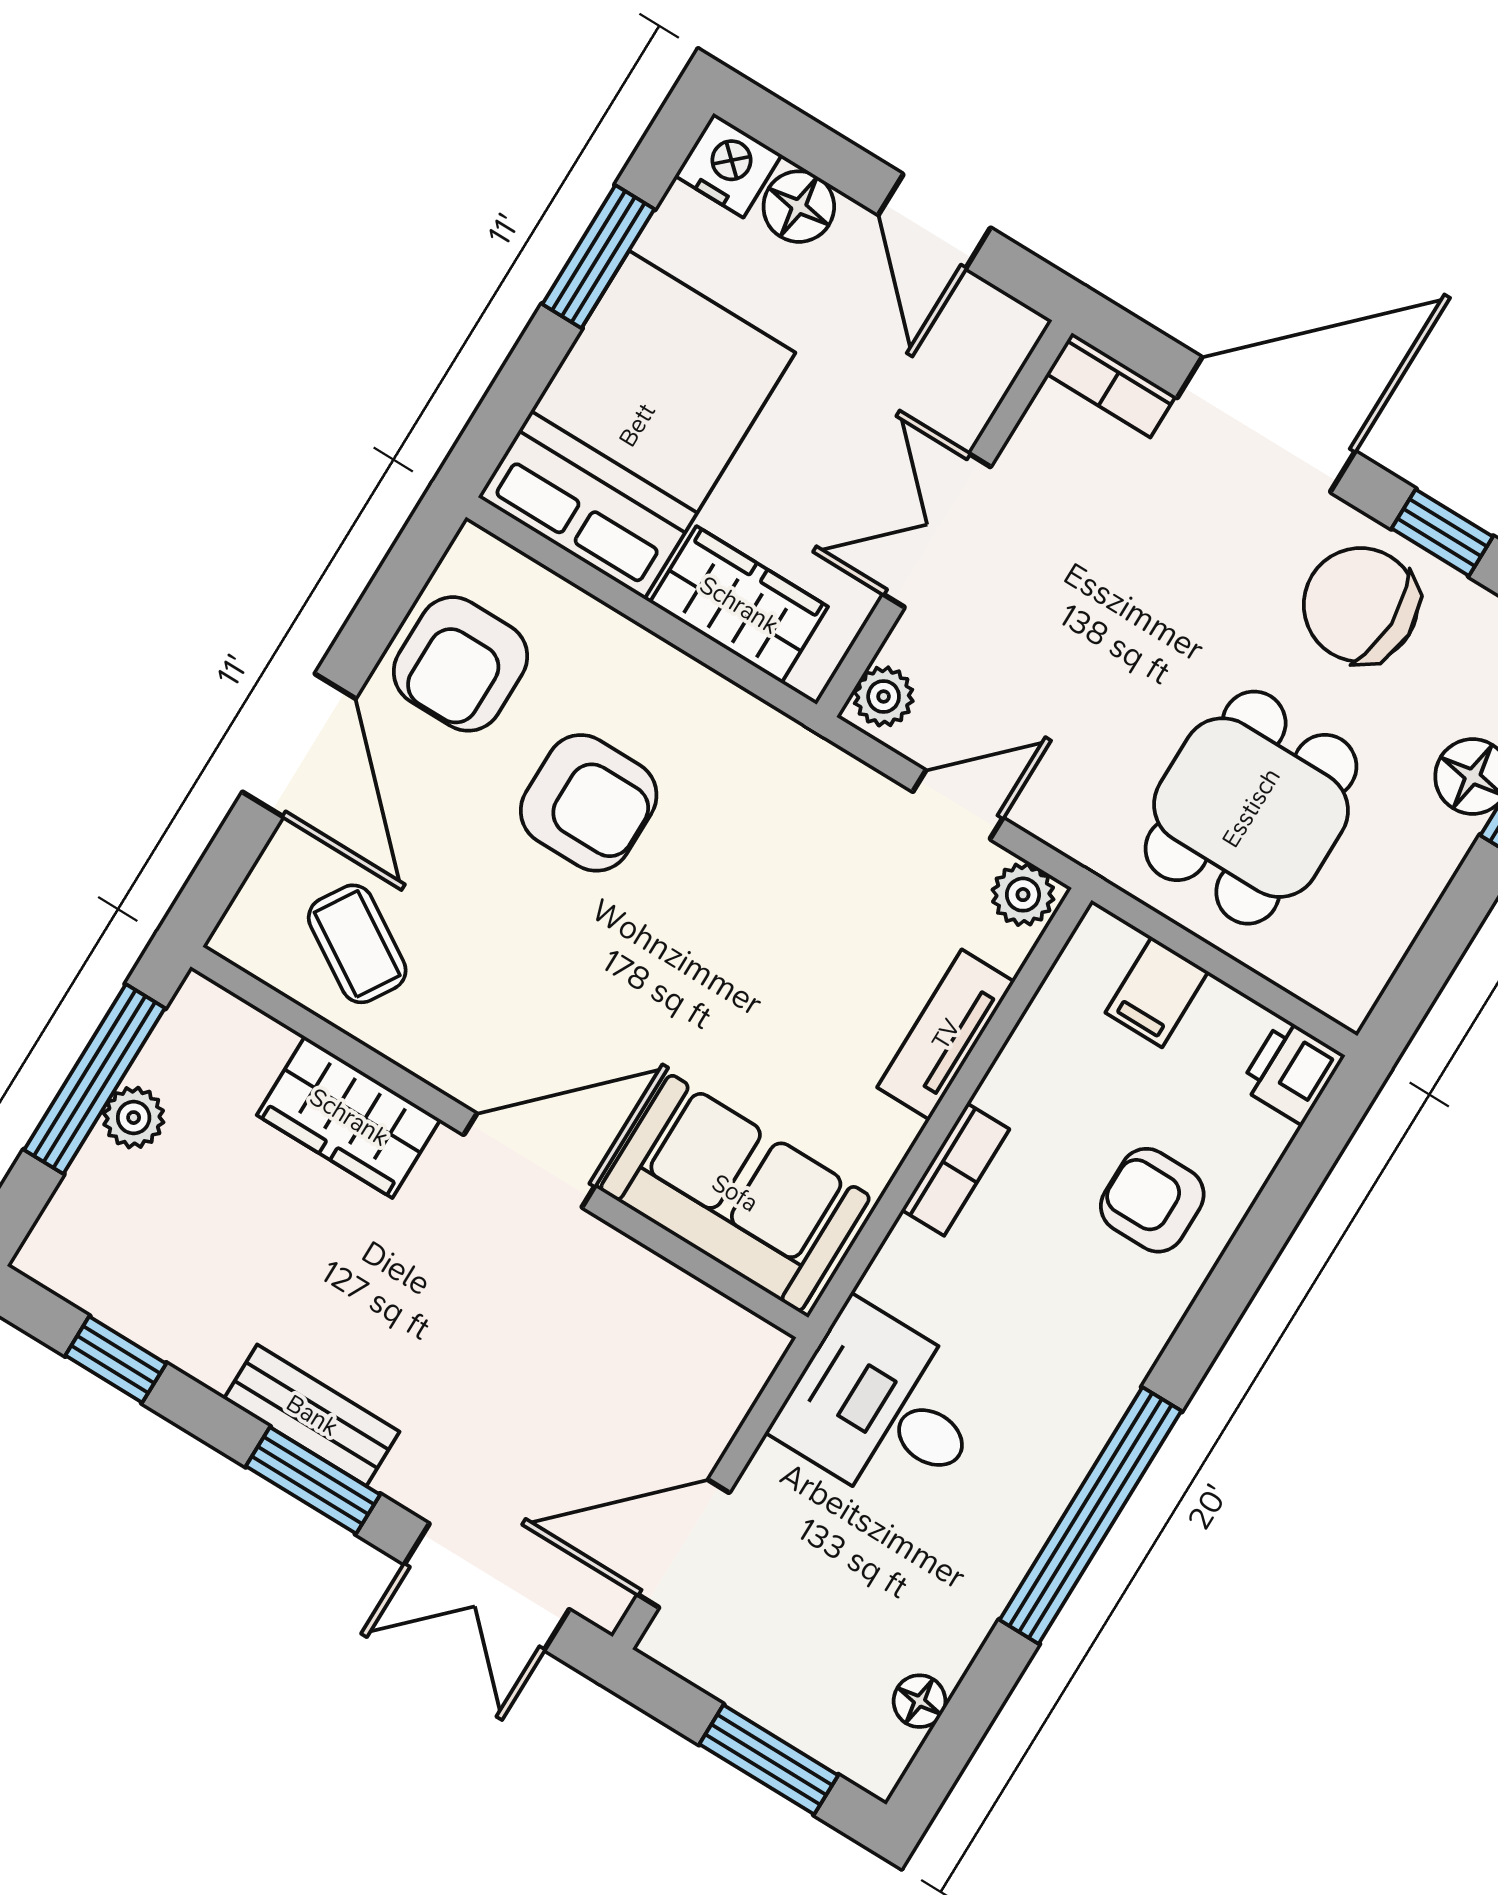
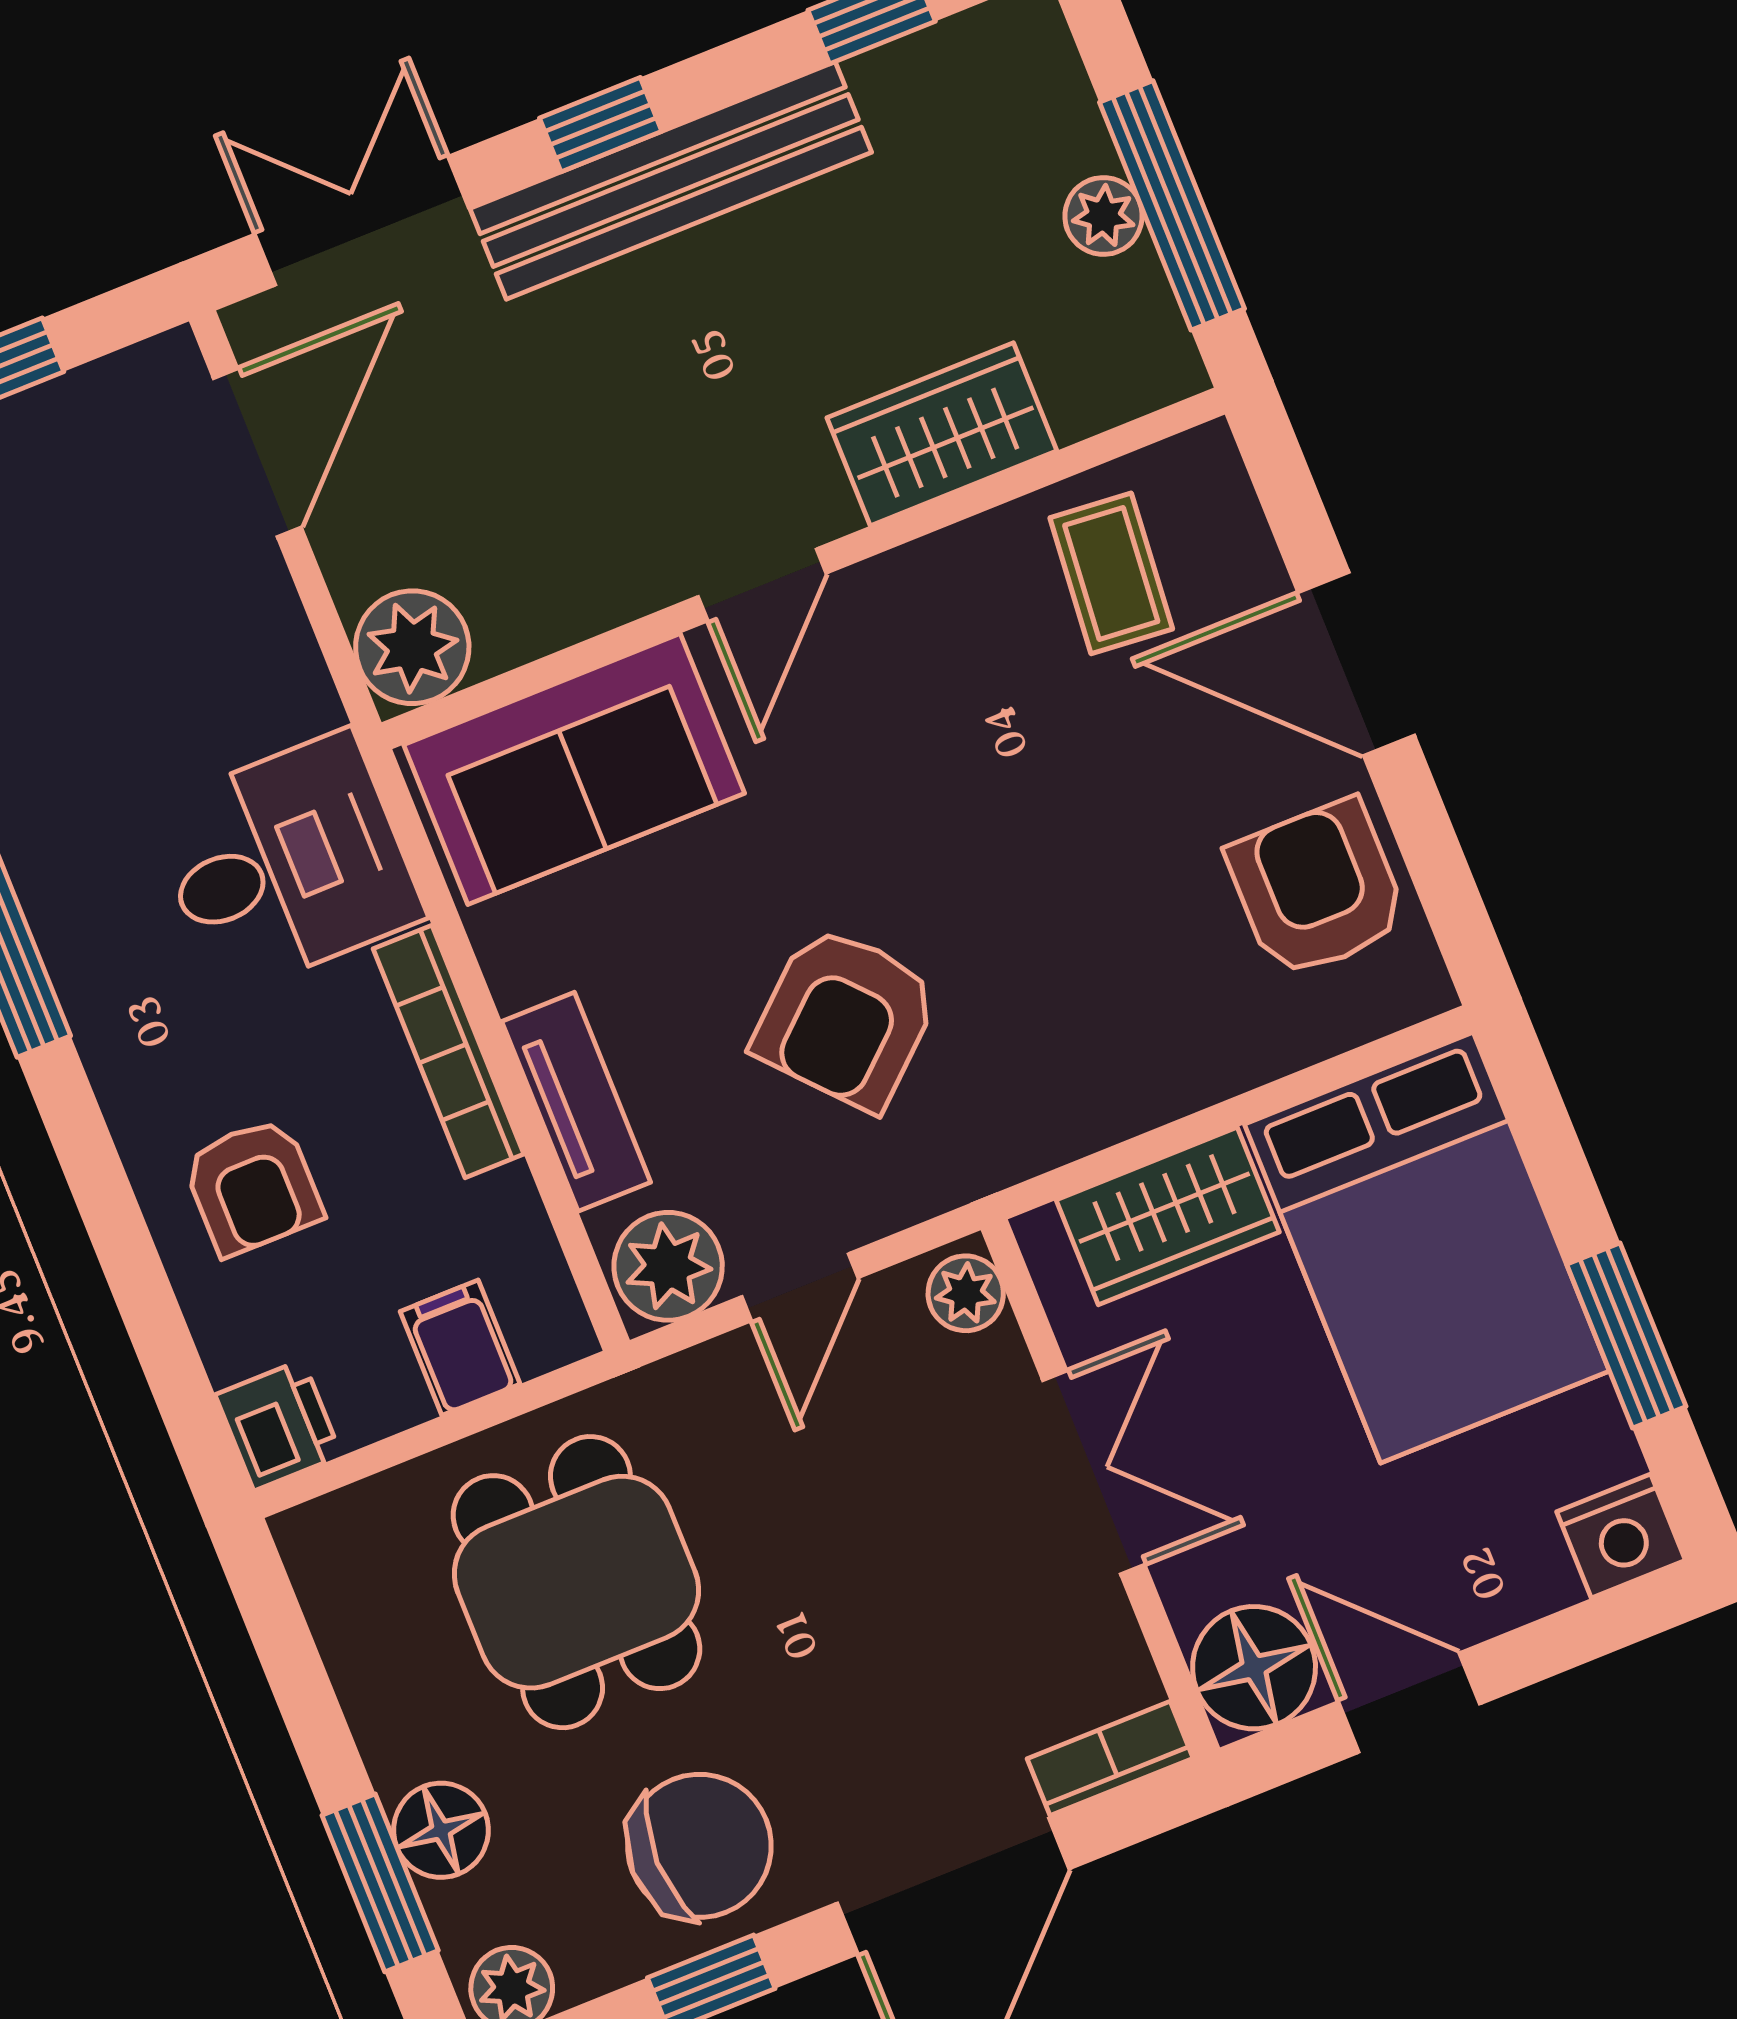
floor lamp: (799, 207) -> (1254, 1668), moved, width x1.38, depth x1.38
armchair: (589, 803) -> (846, 1018), moved, turned -42
plant: (1023, 895) -> (668, 1266), width x1.38, depth x1.38
coffee table: (357, 944) -> (1111, 573), turned 63
door: (529, 1160) -> (762, 585), width x0.73
bookcase: (956, 1170) -> (449, 1051), width x1.56
armchair: (1152, 1200) -> (253, 1187), turned 90
plant: (734, 1353) -> (412, 647), added
desk: (884, 1409) -> (286, 863), moved
bench: (312, 1415) -> (671, 180), width x1.86, depth x1.21
window: (313, 1480) -> (601, 125), width x0.67

